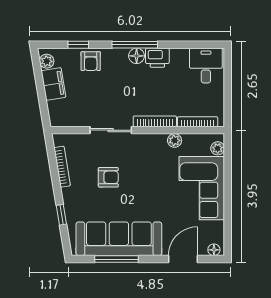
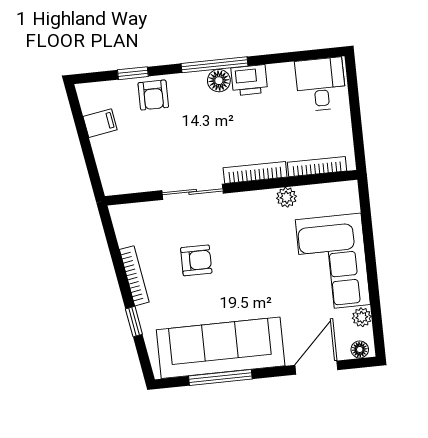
plant: (47, 61) -> (90, 102), removed
filing cabinet: (53, 84) -> (100, 123), width x0.50
plant: (218, 148) -> (362, 317), moved
bookcase: (62, 167) -> (134, 276), moved

